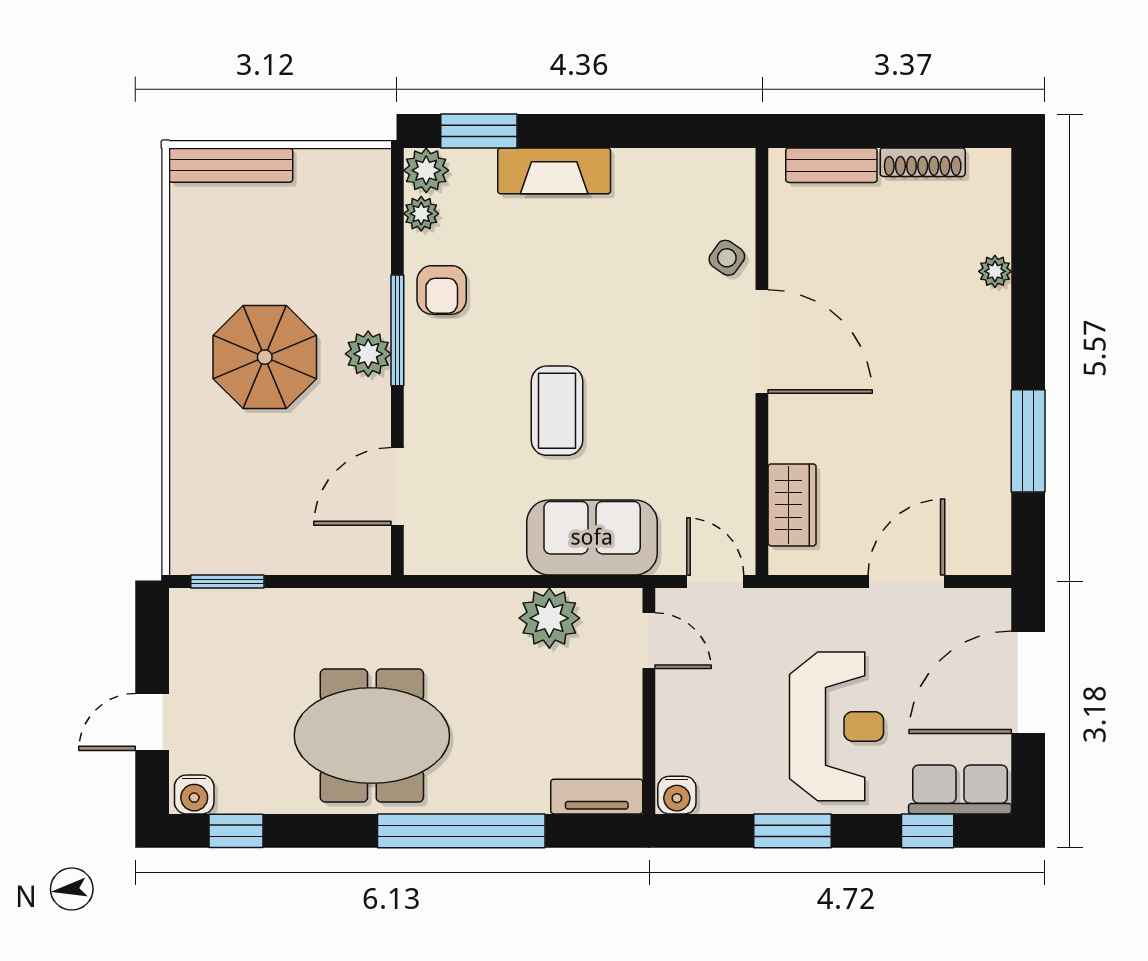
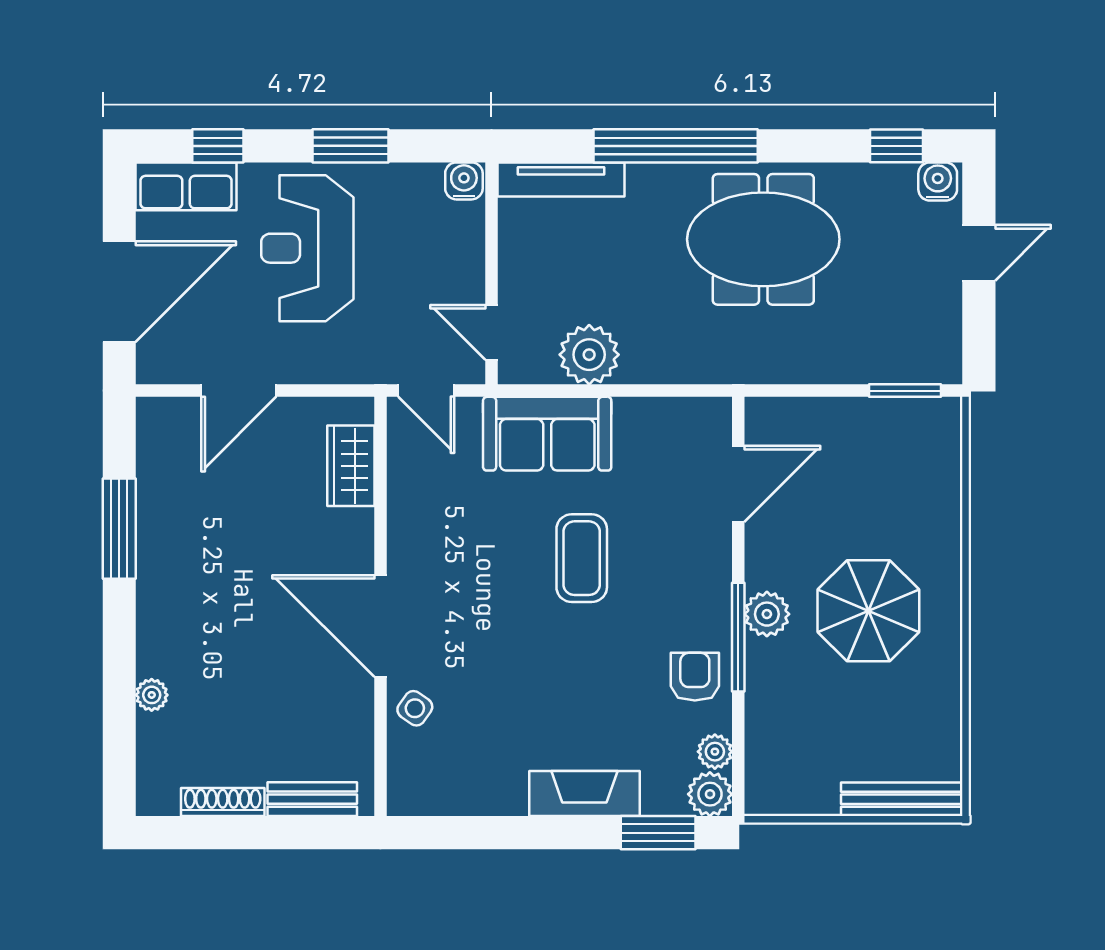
tv unit: (597, 797) -> (561, 179), width x1.41

